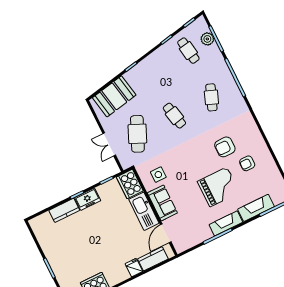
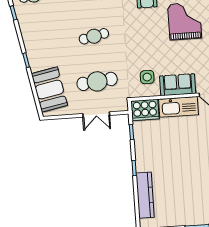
cafe table: (137, 134) -> (97, 81), turned -30
freezer: (88, 199) -> (143, 159), removed
kitchen counter: (64, 210) -> (145, 195), width x1.50

